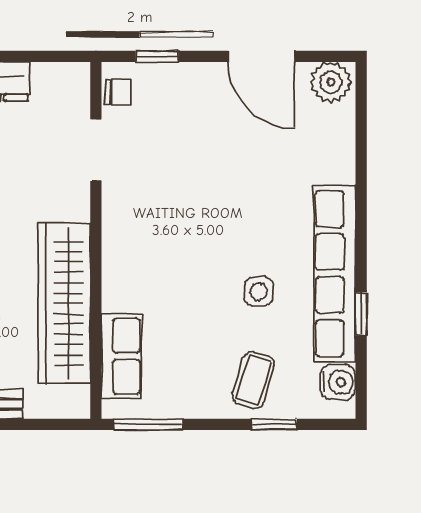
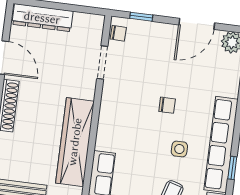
door: (261, 56) -> (197, 24), hinge flipped
chair: (226, 214) -> (167, 105), added

